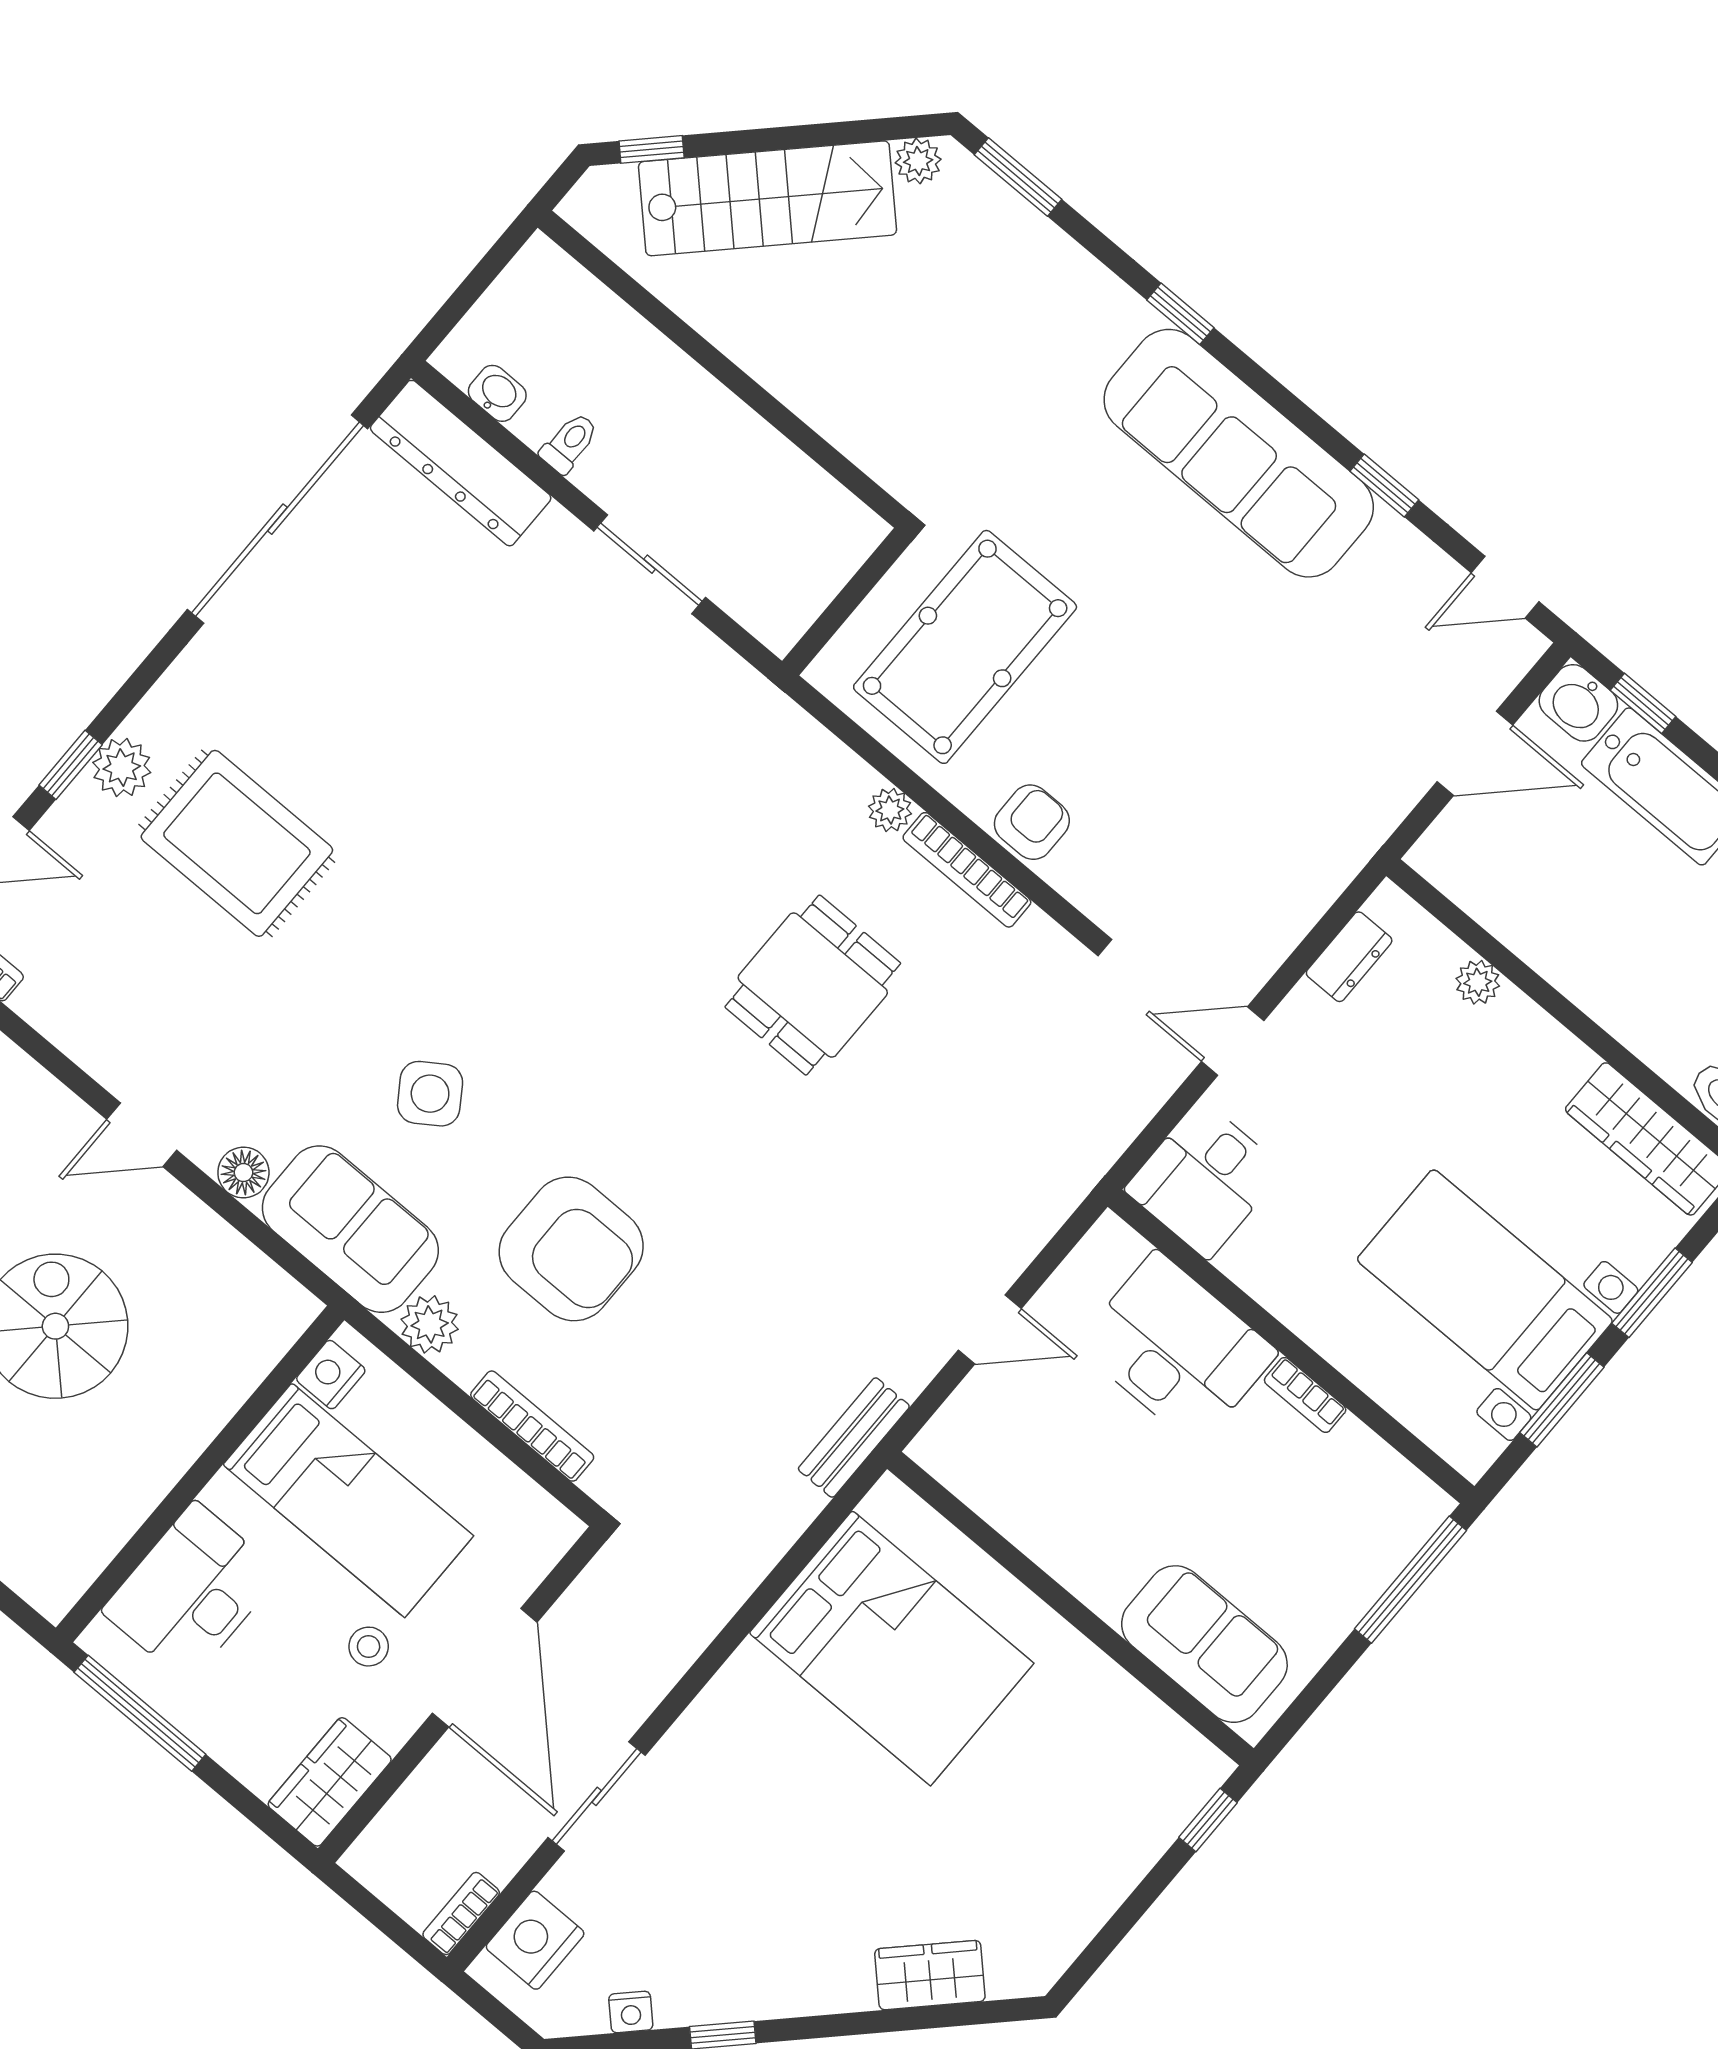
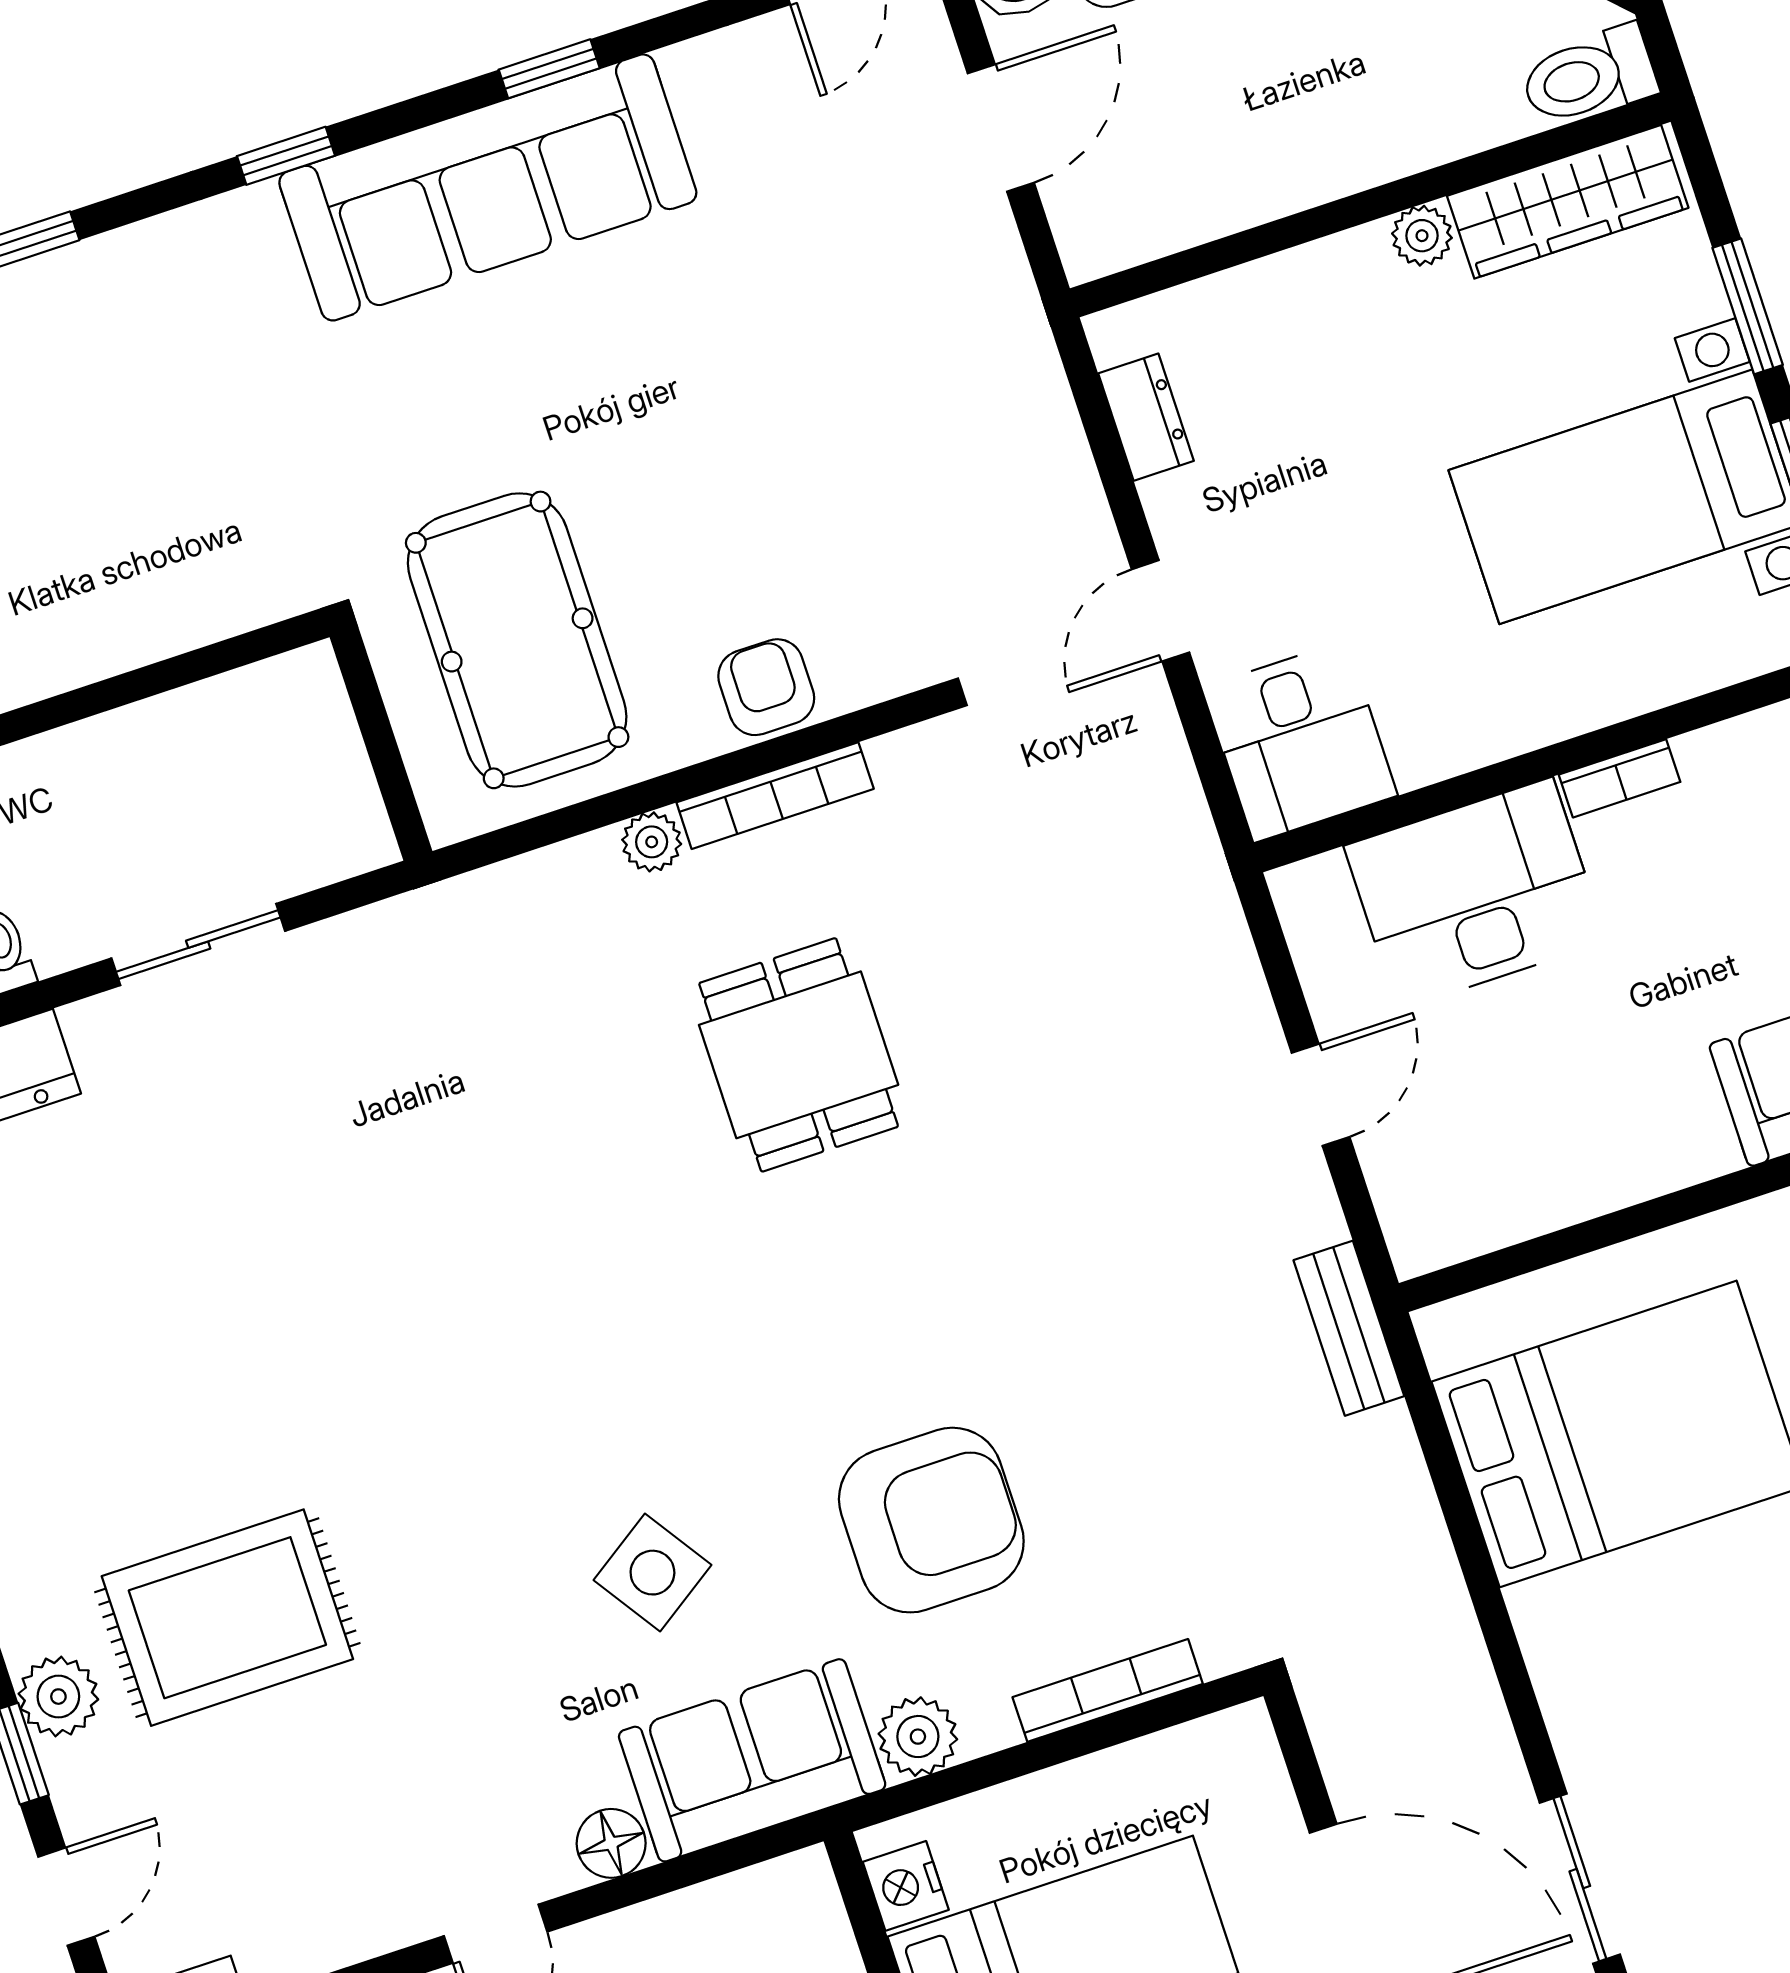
window: (1384, 486) -> (549, 69), moved
plant: (1478, 982) -> (1422, 236), moved

